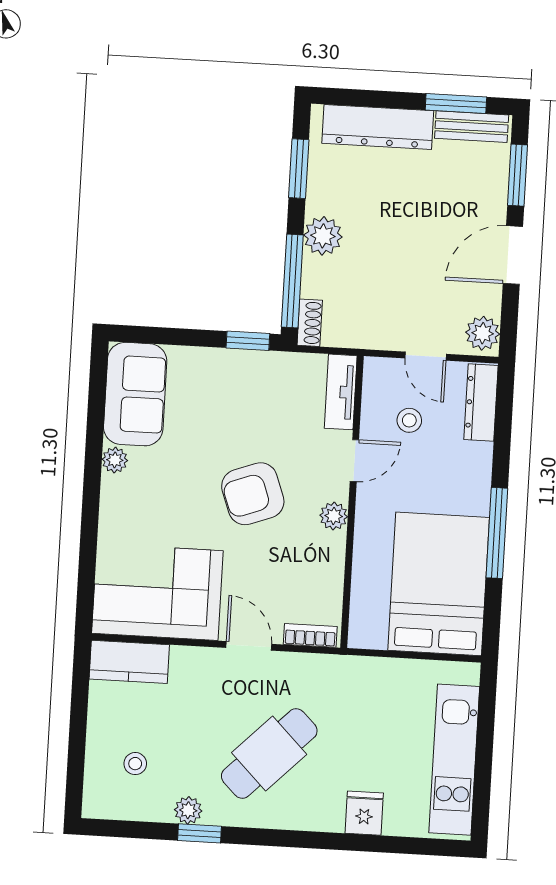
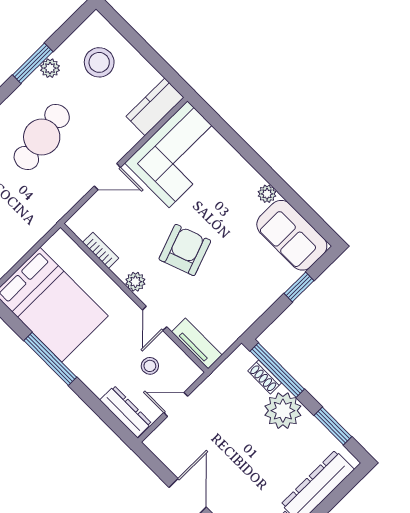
plant: (323, 236) -> (283, 411), width x1.36, depth x1.36
shoe rack: (310, 323) -> (265, 377), moved
plant: (483, 333) -> (161, 445), removed
window: (248, 341) -> (299, 287), moved
bookcase: (310, 635) -> (101, 250), moved, turned -90
cafe table: (269, 753) -> (42, 137), turned 36
stool: (135, 764) -> (99, 62), width x1.89, depth x1.89
window: (199, 833) -> (33, 63), width x1.50

